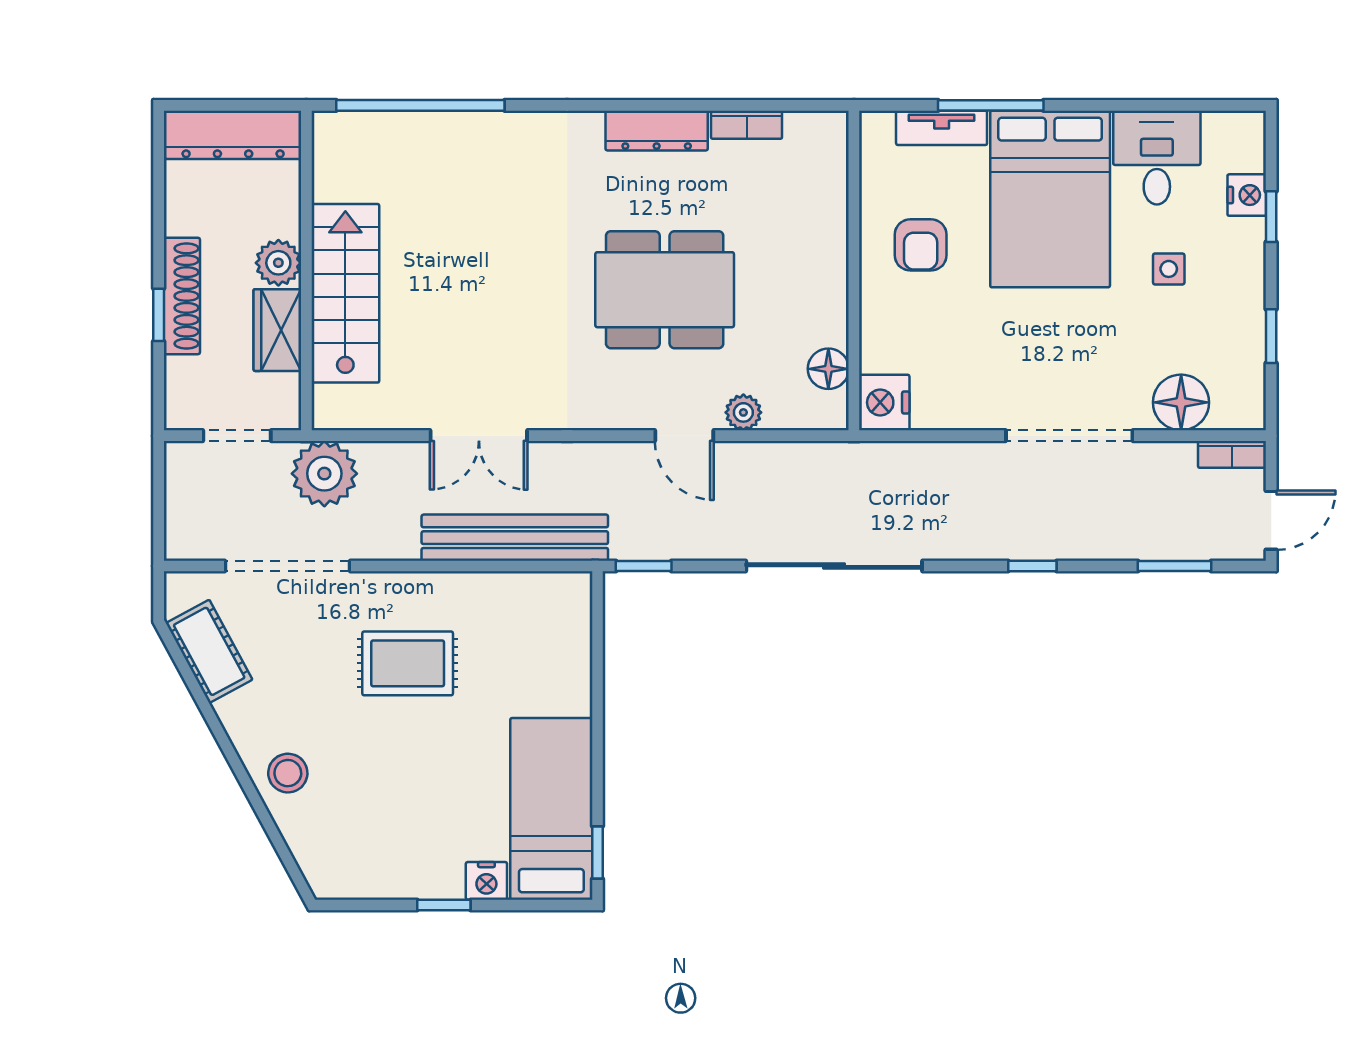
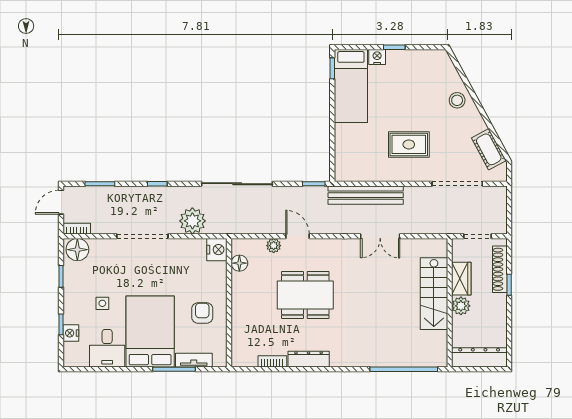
shoe rack: (182, 296) -> (500, 269), moved
floor lamp: (1181, 402) -> (77, 250), moved
double door: (479, 436) -> (380, 236), swing flipped
plant: (324, 474) -> (192, 221), moved

